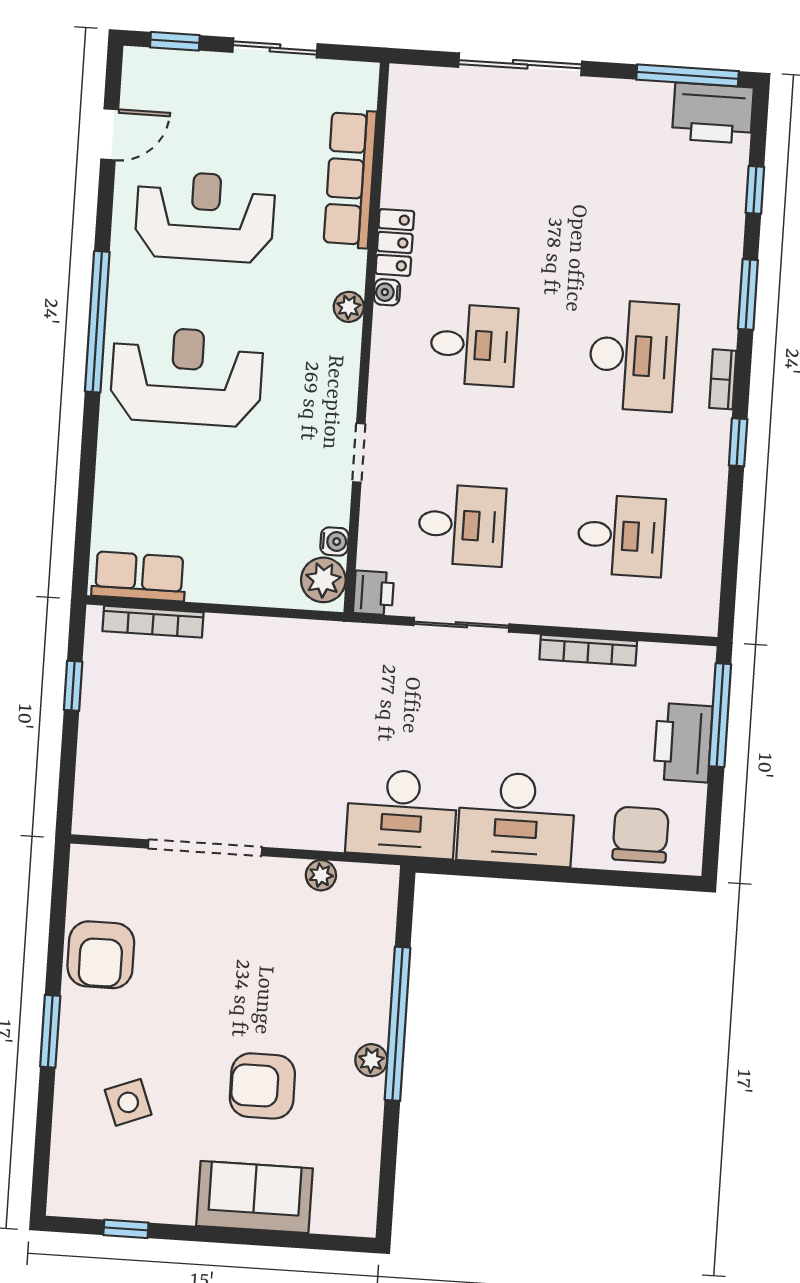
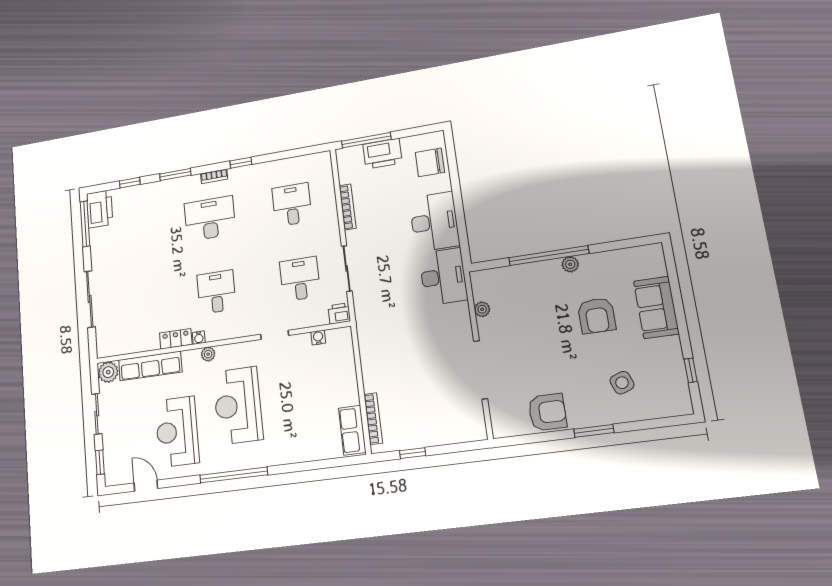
reception desk: (187, 376) -> (238, 405), moved
plant: (323, 580) -> (108, 372), moved

